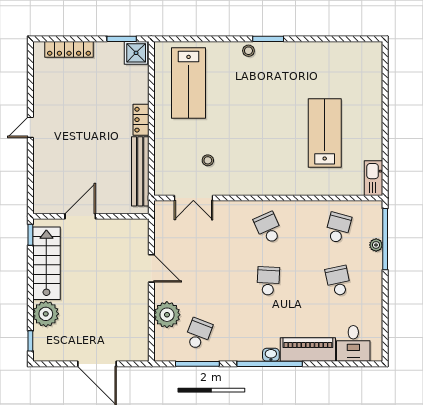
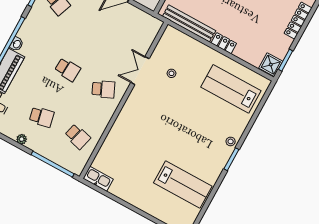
lab bench: (325, 133) -> (183, 185), moved
double door: (193, 198) -> (140, 71), moved
plant: (376, 245) -> (22, 139), moved

